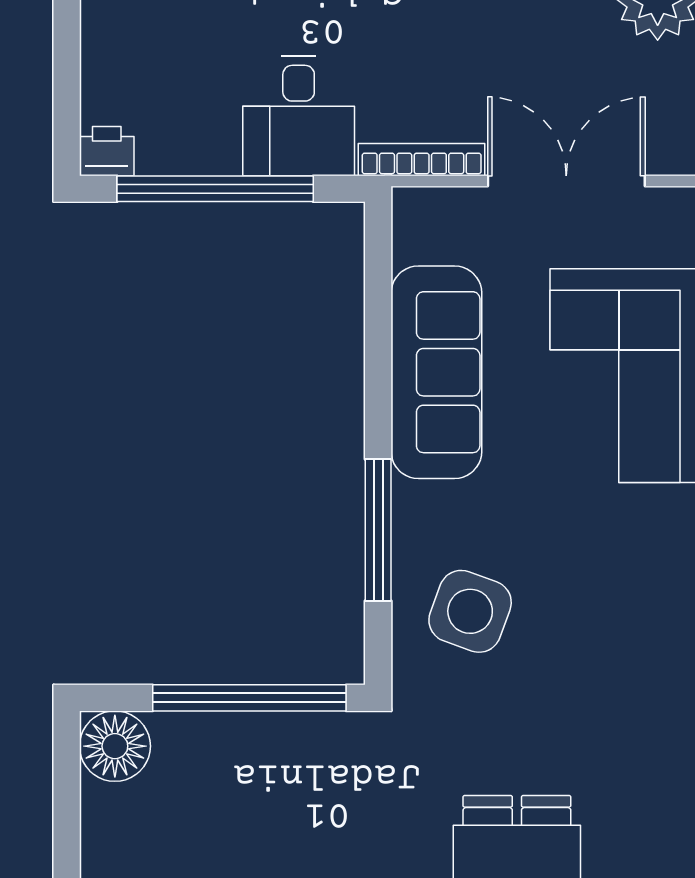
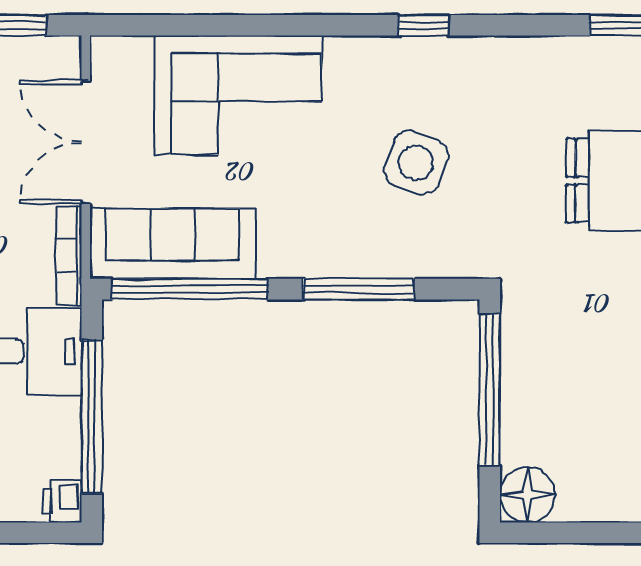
window: (378, 314) -> (190, 289), added
sofa: (436, 372) -> (173, 244), moved
side table: (470, 611) -> (416, 163), moved

